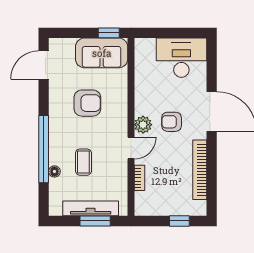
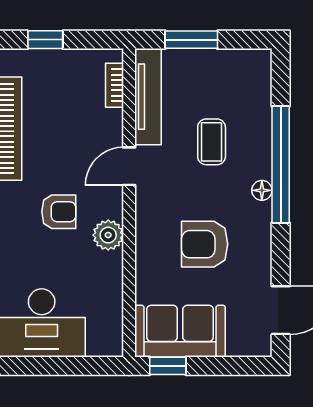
plant: (143, 125) -> (108, 235), moved
floor lamp: (54, 171) -> (262, 190), moved
bookcase: (139, 178) -> (114, 85), moved
tv unit: (91, 208) -> (148, 97), moved, turned -90

